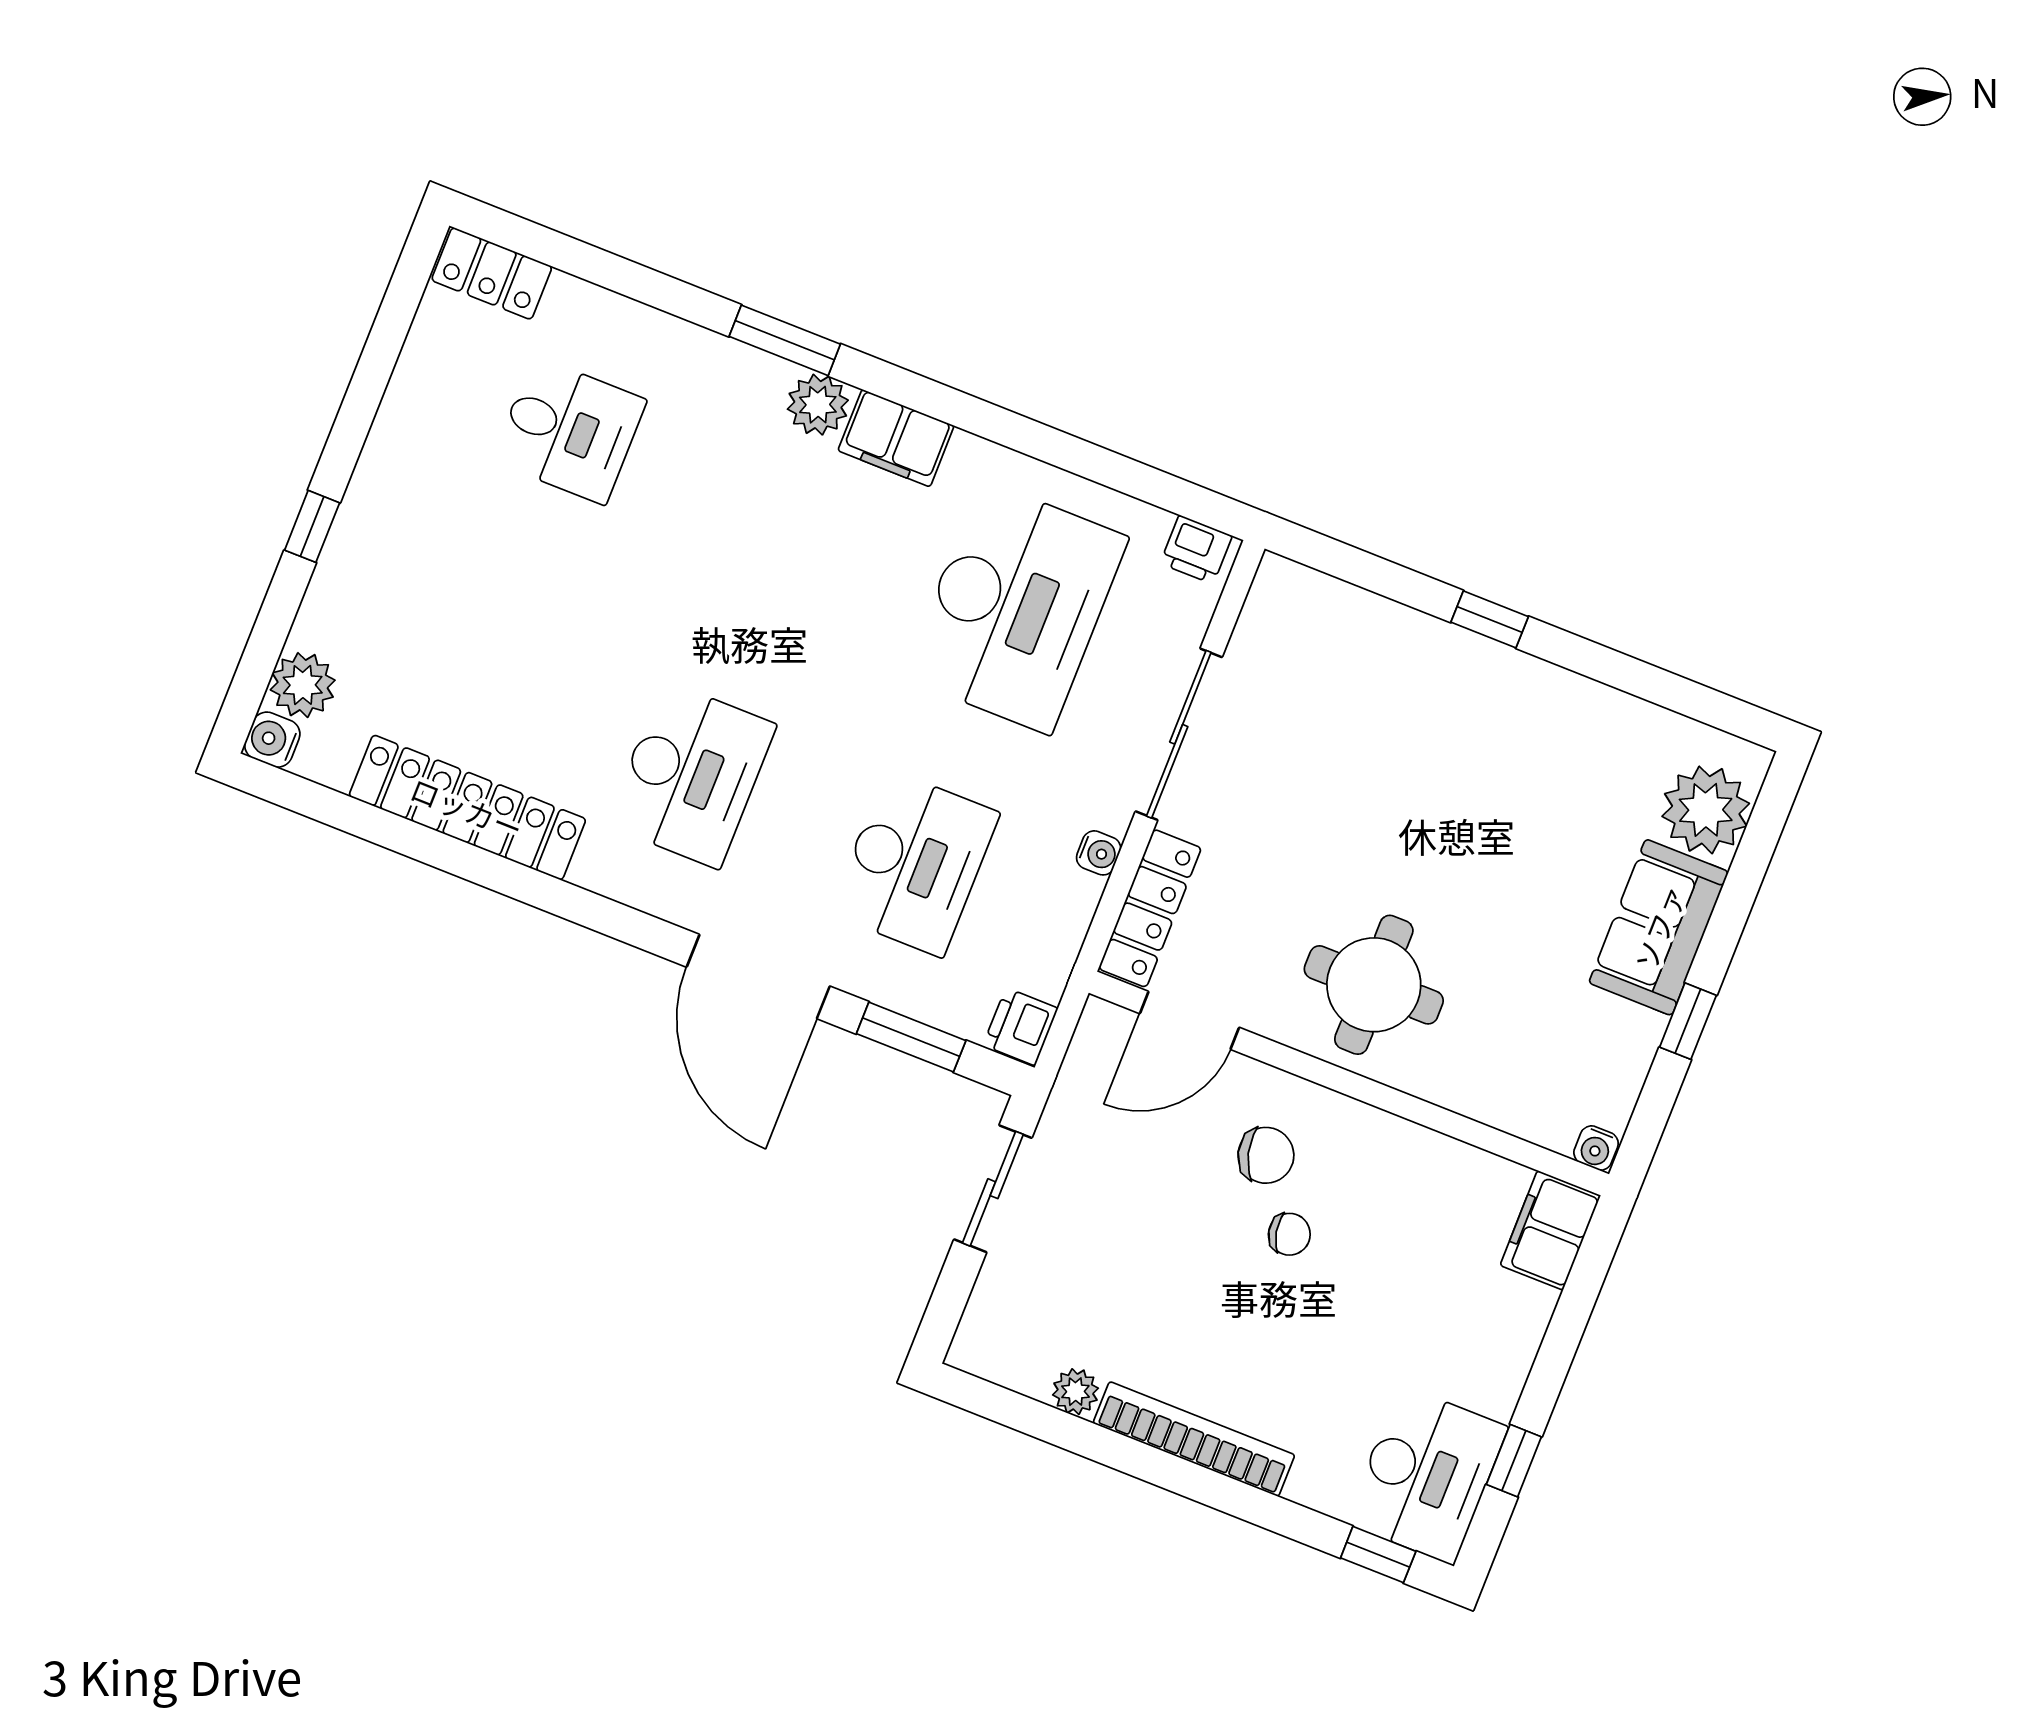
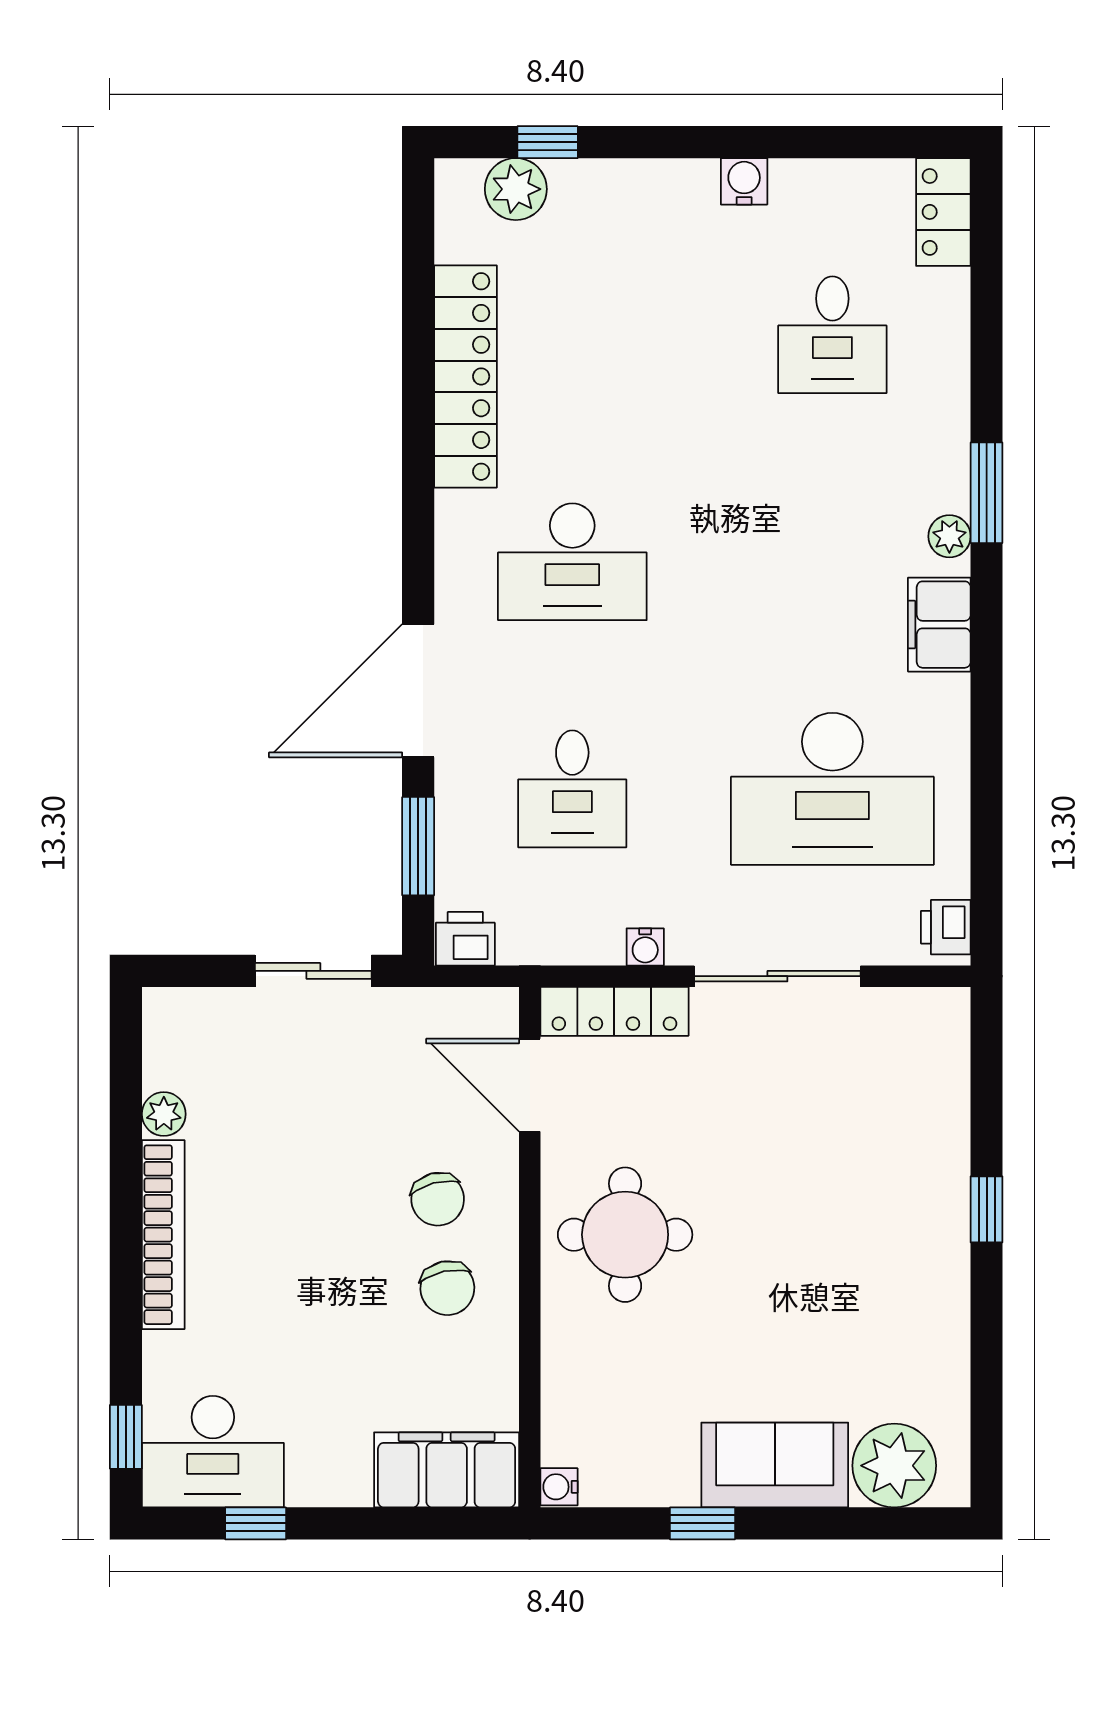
plant: (818, 405) -> (949, 536), width x0.73, depth x0.73
window: (312, 526) -> (548, 142), moved
water cooler: (272, 740) -> (744, 181), moved
desk: (915, 863) -> (572, 789), width x0.73
filing cabinet: (1550, 1230) -> (447, 1470), width x1.50, depth x1.17
chair: (1289, 1234) -> (447, 1288), moved, width x1.37, depth x1.37

